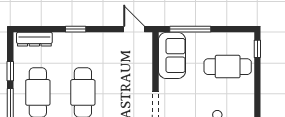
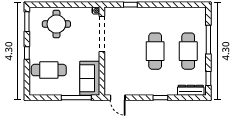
window: (257, 49) -> (27, 53), moved
window: (10, 71) -> (208, 79), moved

